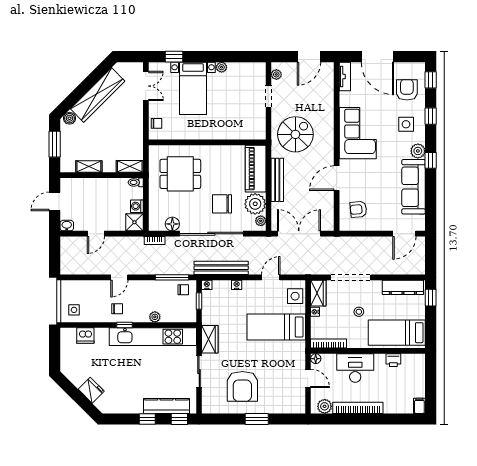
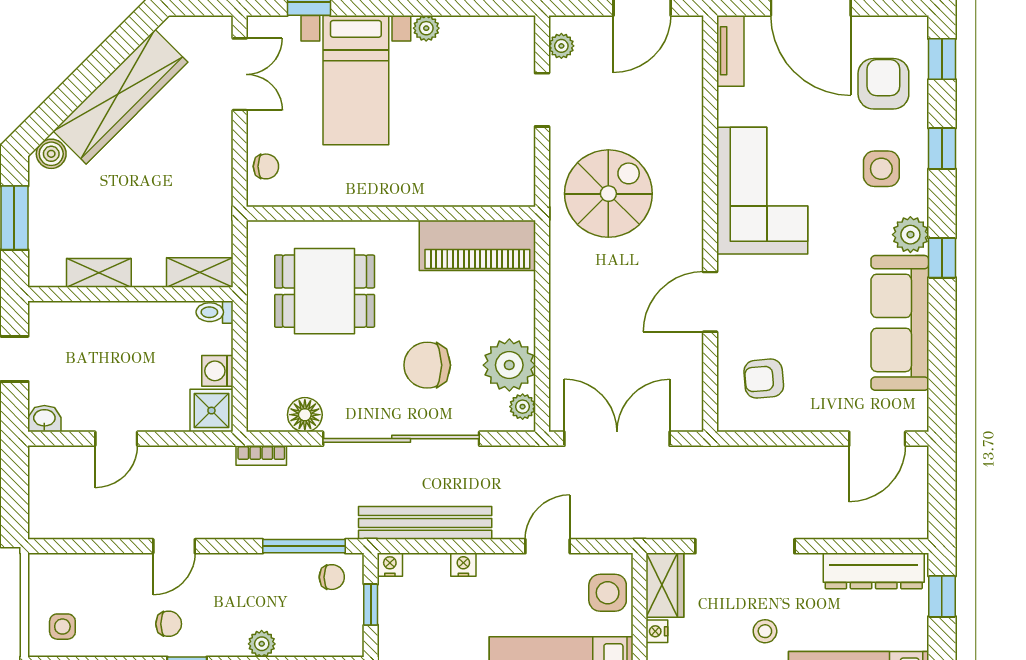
piano: (256, 169) -> (477, 245), moved, turned -90
bench: (277, 180) -> (564, 306), removed

